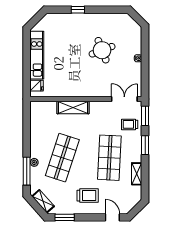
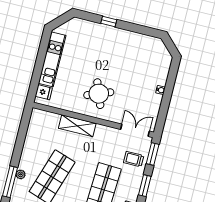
round table: (102, 50) -> (99, 94), moved

